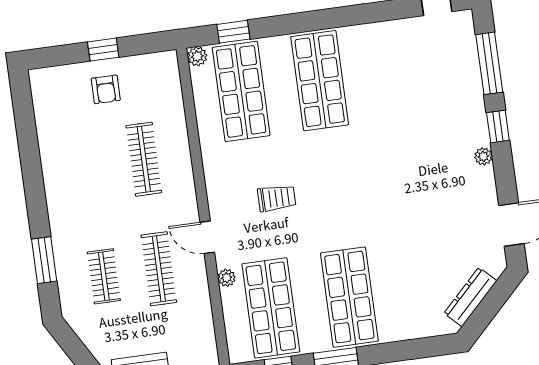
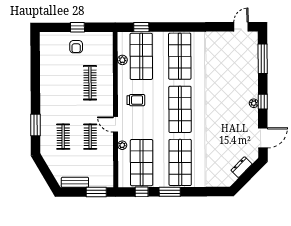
plant: (197, 56) -> (122, 60), moved
window: (498, 127) -> (263, 102), moved
shop shelf: (335, 189) -> (180, 109), added
trolley: (277, 198) -> (136, 100), moved
clothes rail: (159, 269) -> (90, 137), width x0.73
dresser: (470, 297) -> (242, 167), width x0.70

